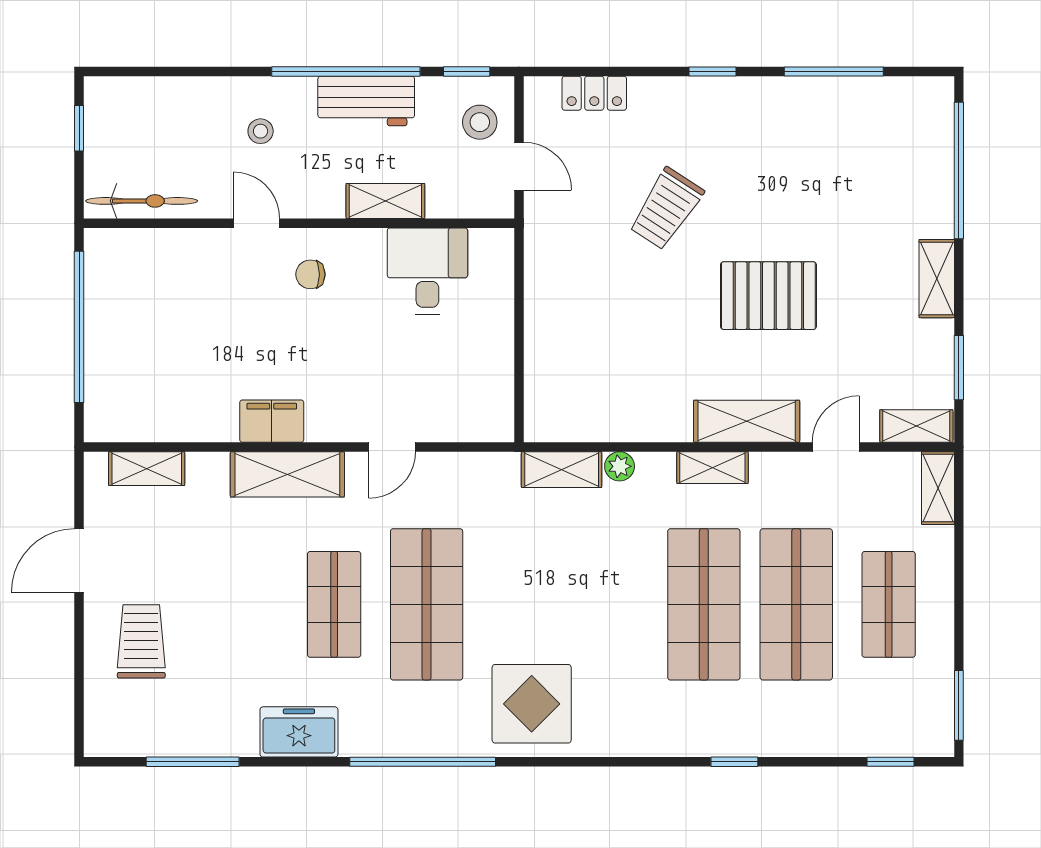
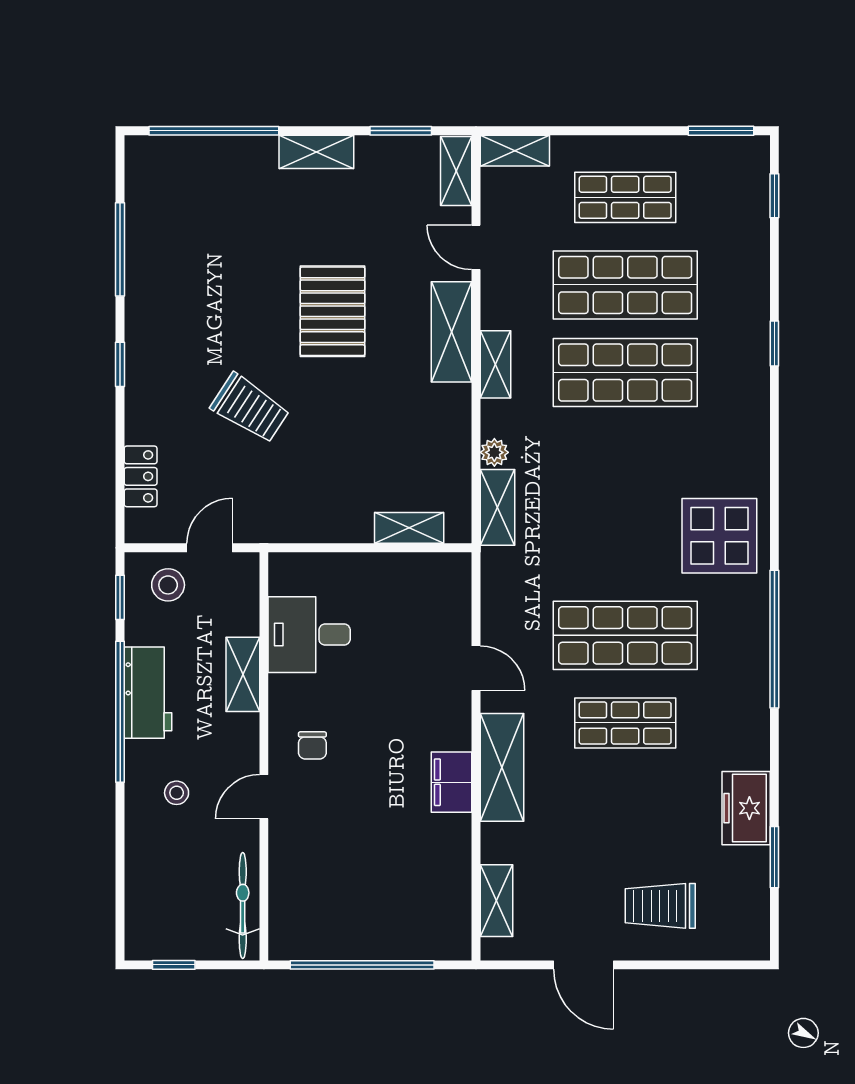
shelving: (540, 376) -> (409, 528), added
freezer: (299, 732) -> (746, 808), moved
window: (193, 762) -> (774, 857), width x0.69

